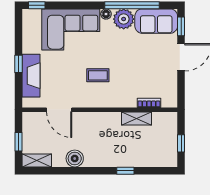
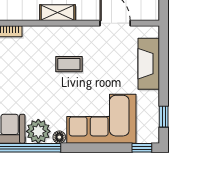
window: (18, 64) -> (164, 117), moved
shelving: (137, 119) -> (57, 13), moved

